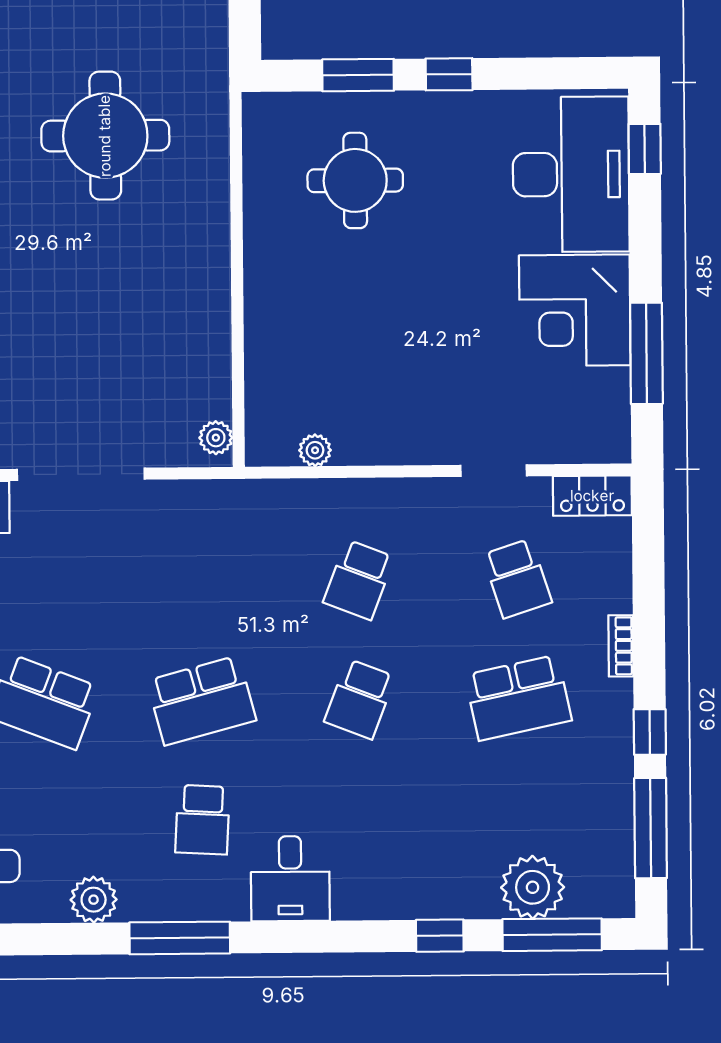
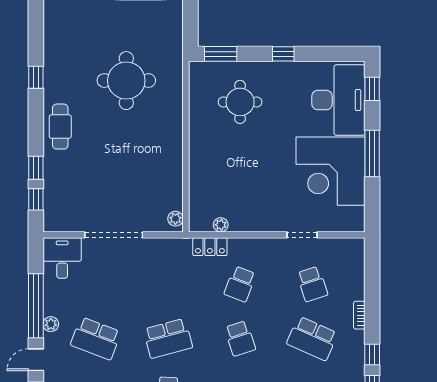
window: (358, 75) -> (221, 54), moved
corner desk: (575, 310) -> (331, 171), width x1.36, depth x1.36
window: (646, 353) -> (372, 154), moved
locker: (592, 496) -> (210, 247), moved
school desk: (518, 698) -> (312, 338), turned 36
school desk: (360, 699) -> (240, 338), turned -39

